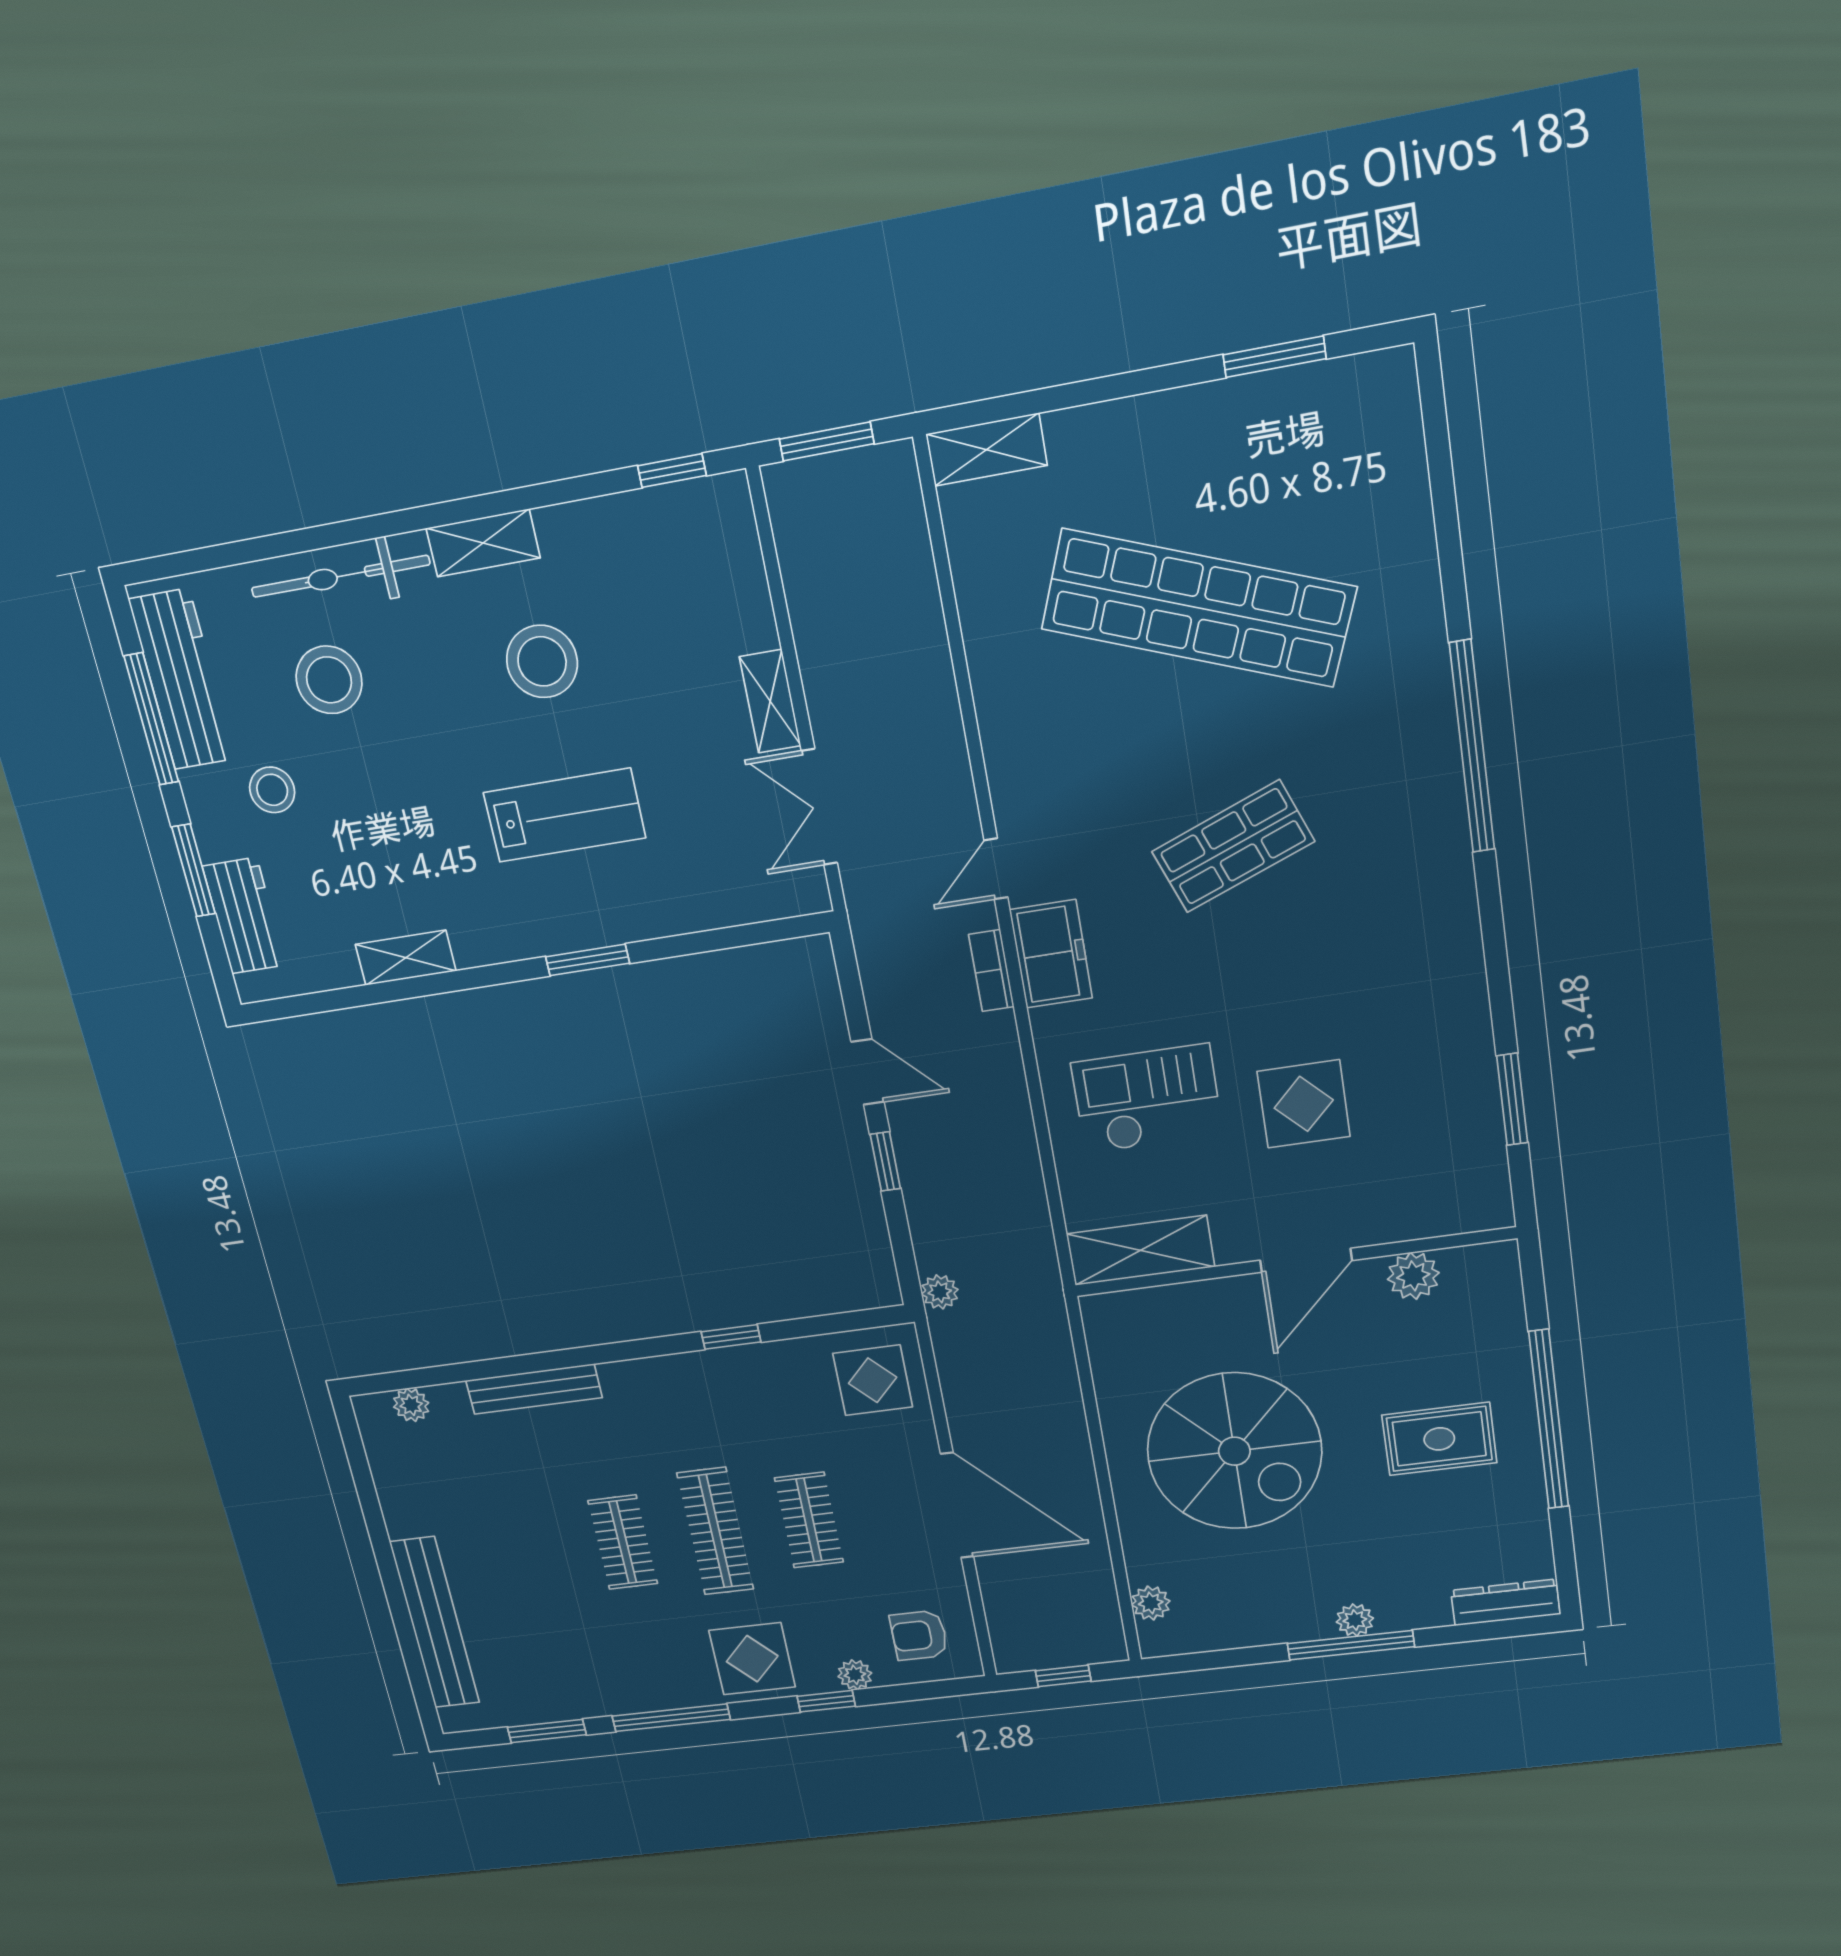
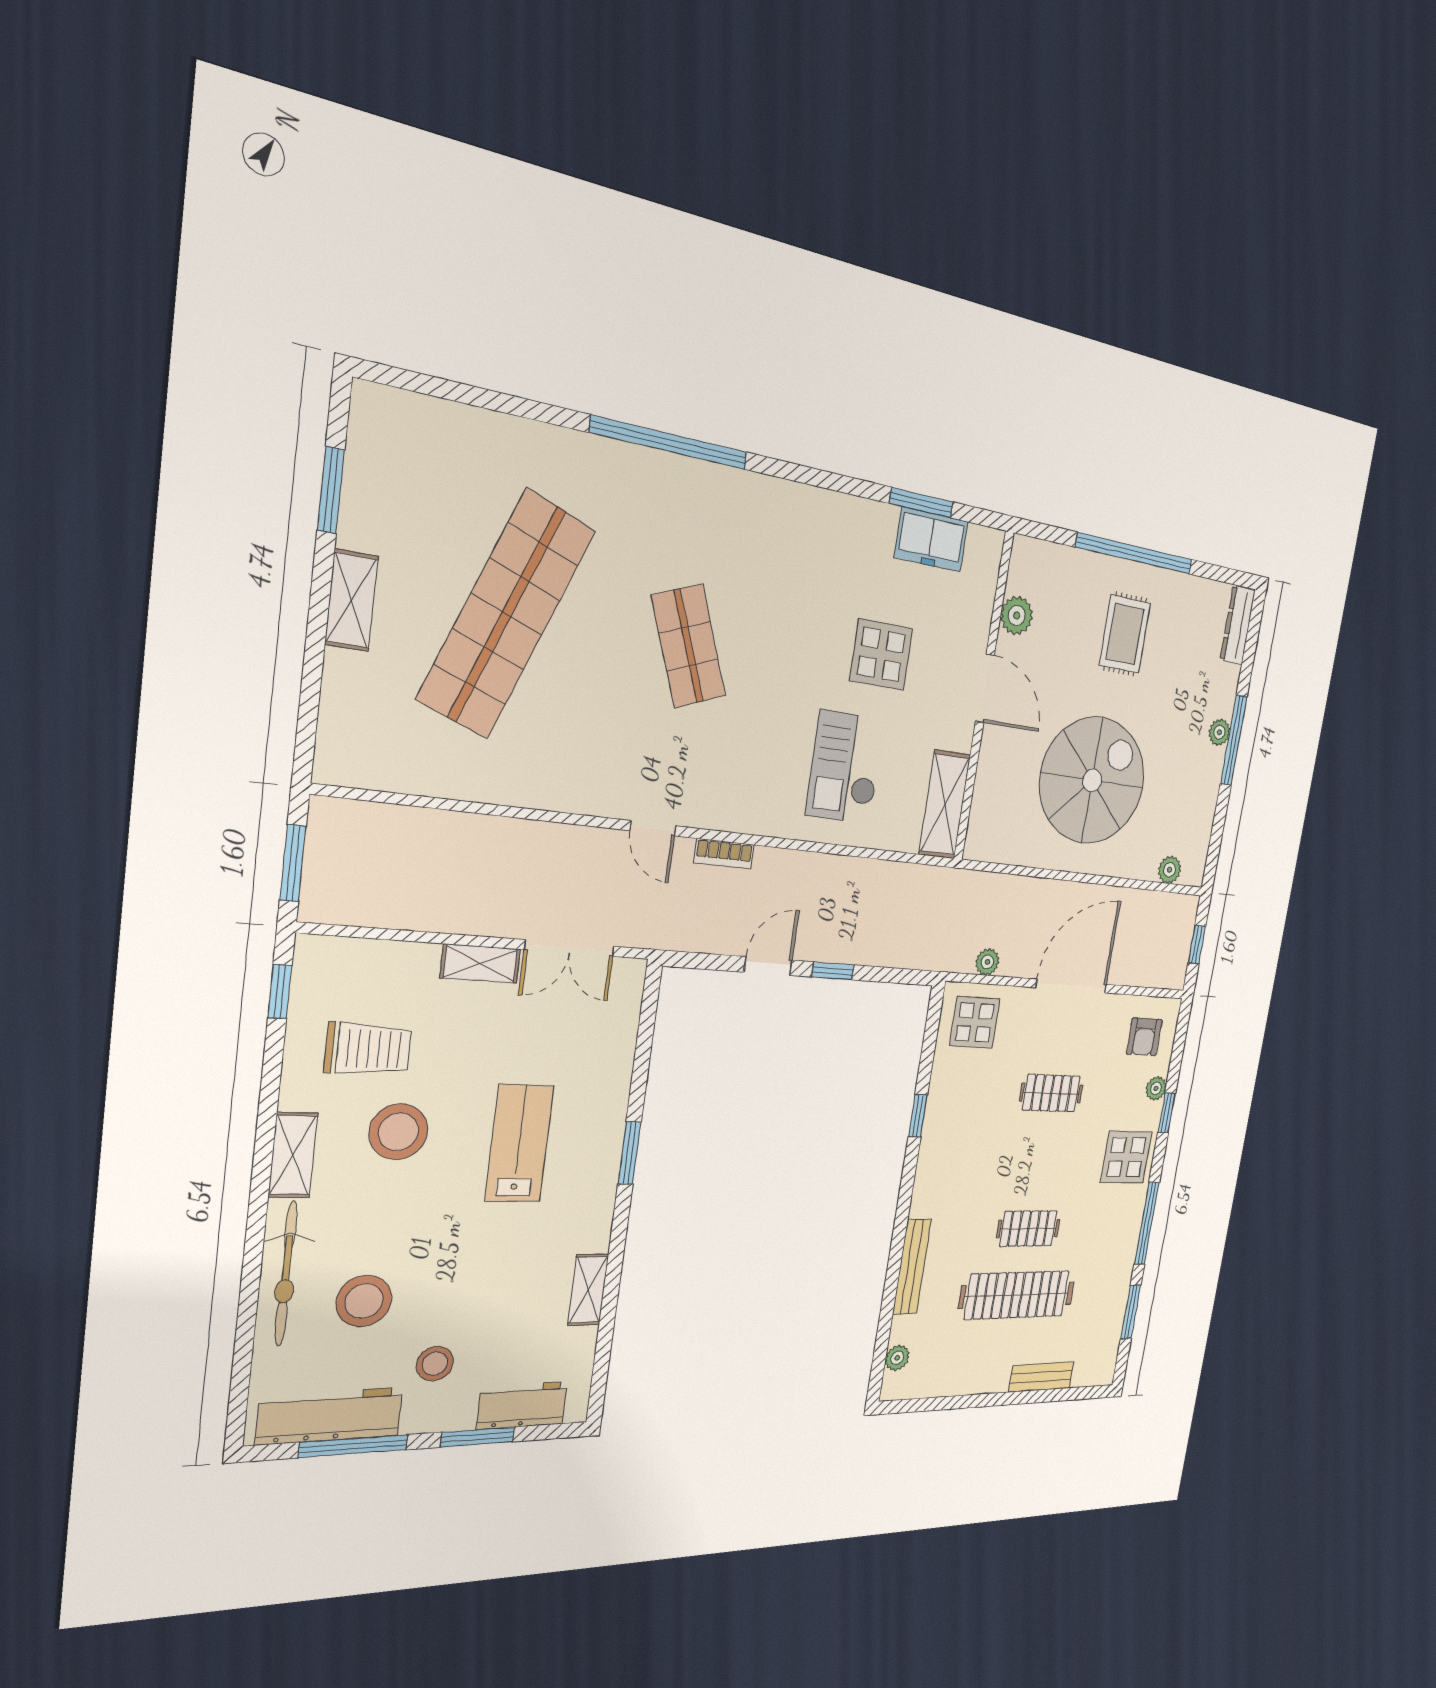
shelving: (987, 450) -> (351, 600), moved
trolley: (632, 595) -> (368, 1049), added
freezer: (1051, 954) -> (931, 539), moved, turned 180
plant: (940, 1292) -> (987, 962), moved
clothes rail: (715, 1531) -> (1017, 1295), moved, width x1.37, depth x1.31
bench: (435, 1623) -> (1041, 1377), width x0.54, depth x0.82

